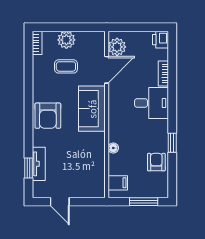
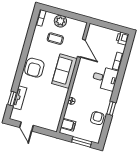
plant: (117, 47) -> (93, 35), removed
door: (107, 70) -> (81, 48), hinge flipped

